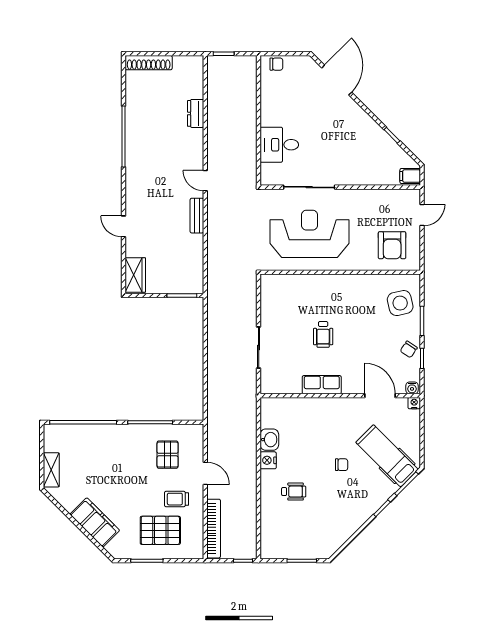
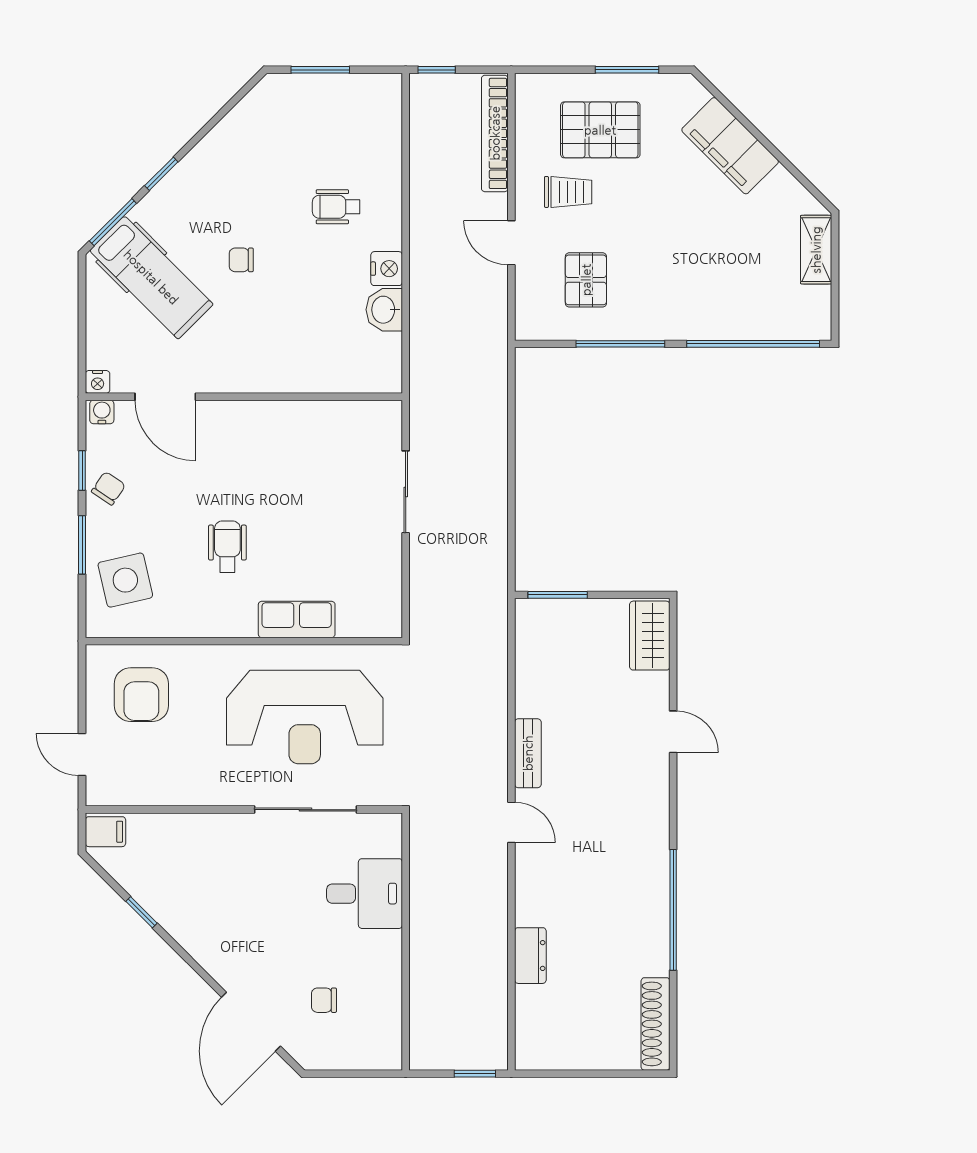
shoe rack: (149, 63) -> (655, 1024), moved, turned -90
chair: (276, 64) -> (324, 1000), moved
door: (422, 215) -> (82, 754), hinge flipped
armchair: (392, 245) -> (141, 695), turned 180
wheelchair: (323, 334) -> (227, 547), moved
row of seats: (322, 385) -> (297, 619), moved, turned 180

